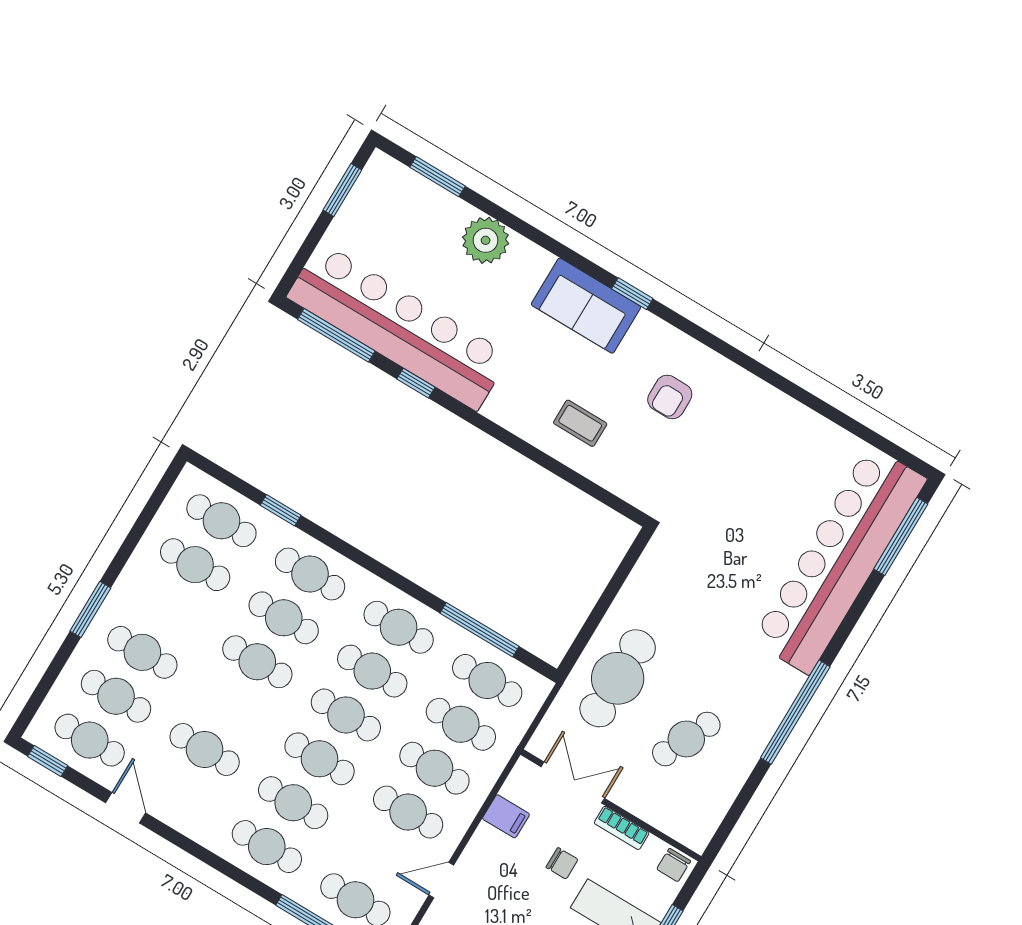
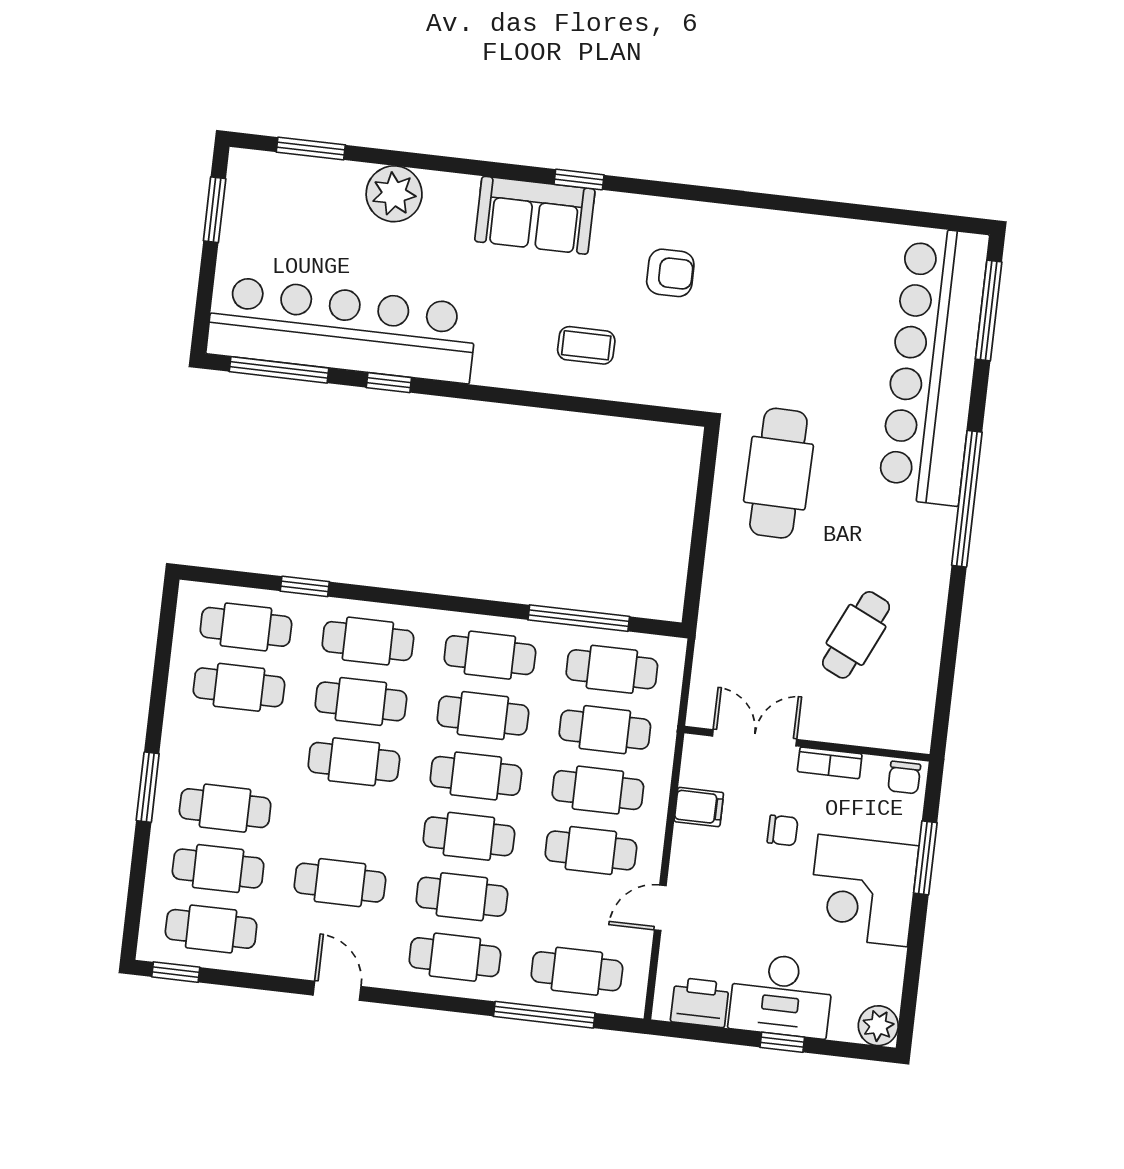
armchair: (670, 397) -> (670, 273), turned -90
cafe table: (618, 678) -> (778, 473), moved
window: (795, 712) -> (967, 499), moved
door: (126, 808) -> (337, 991), moved

